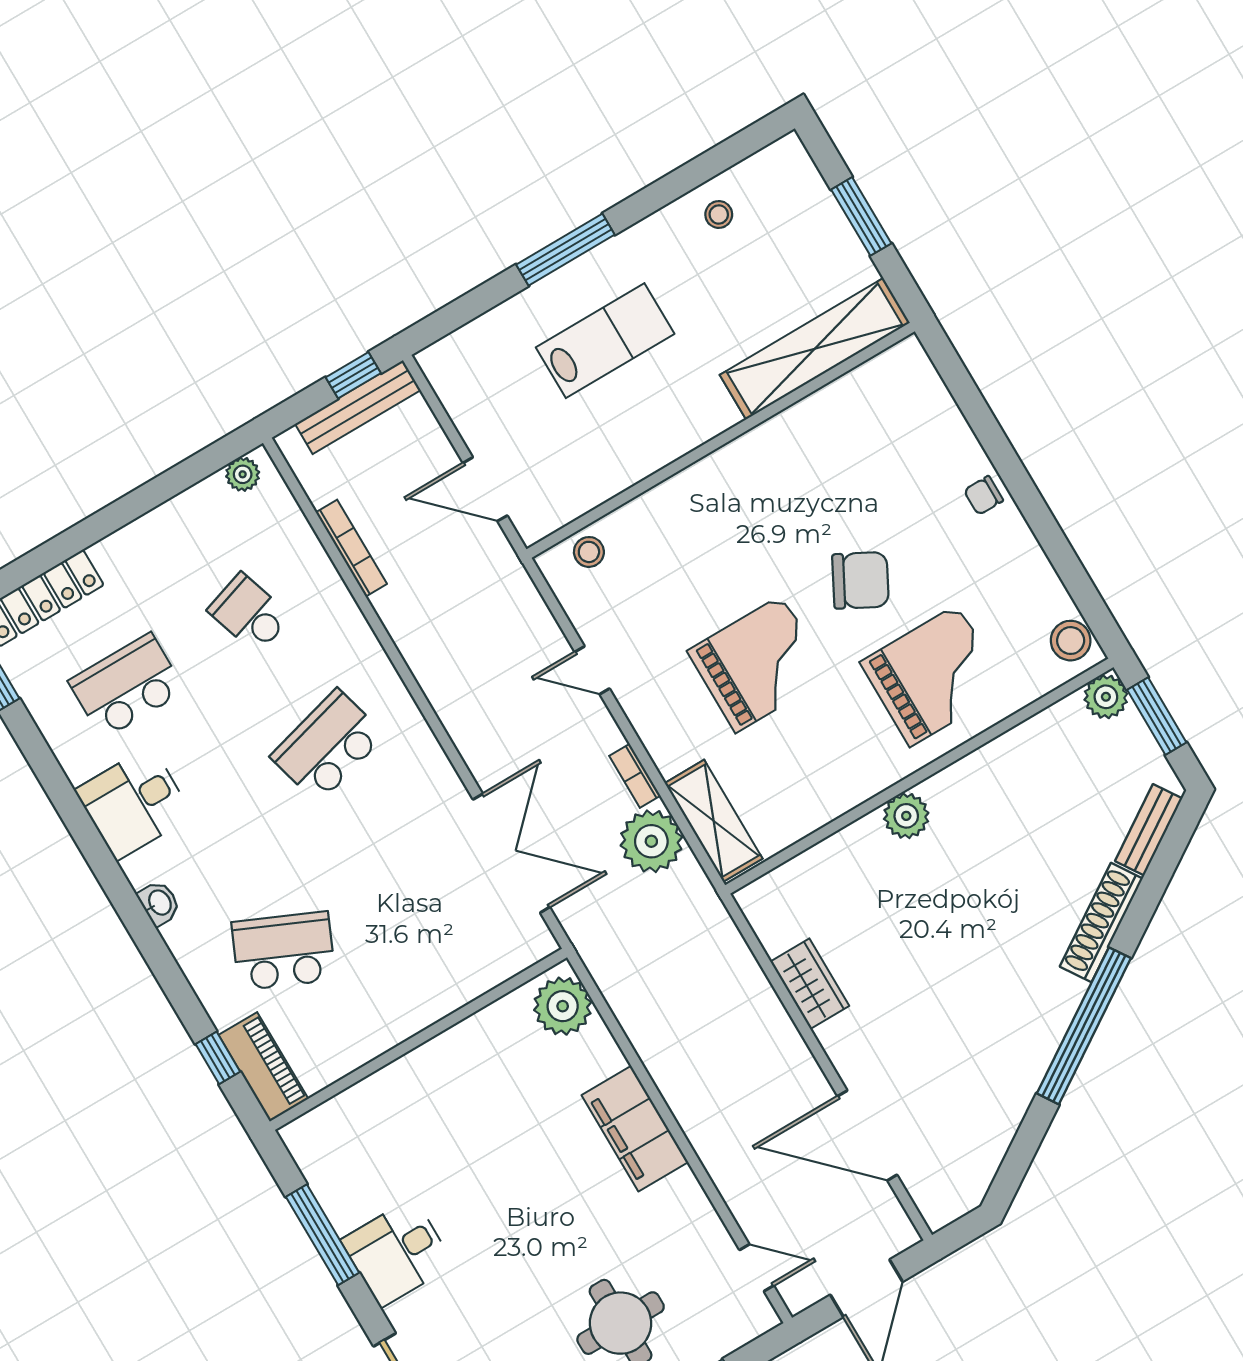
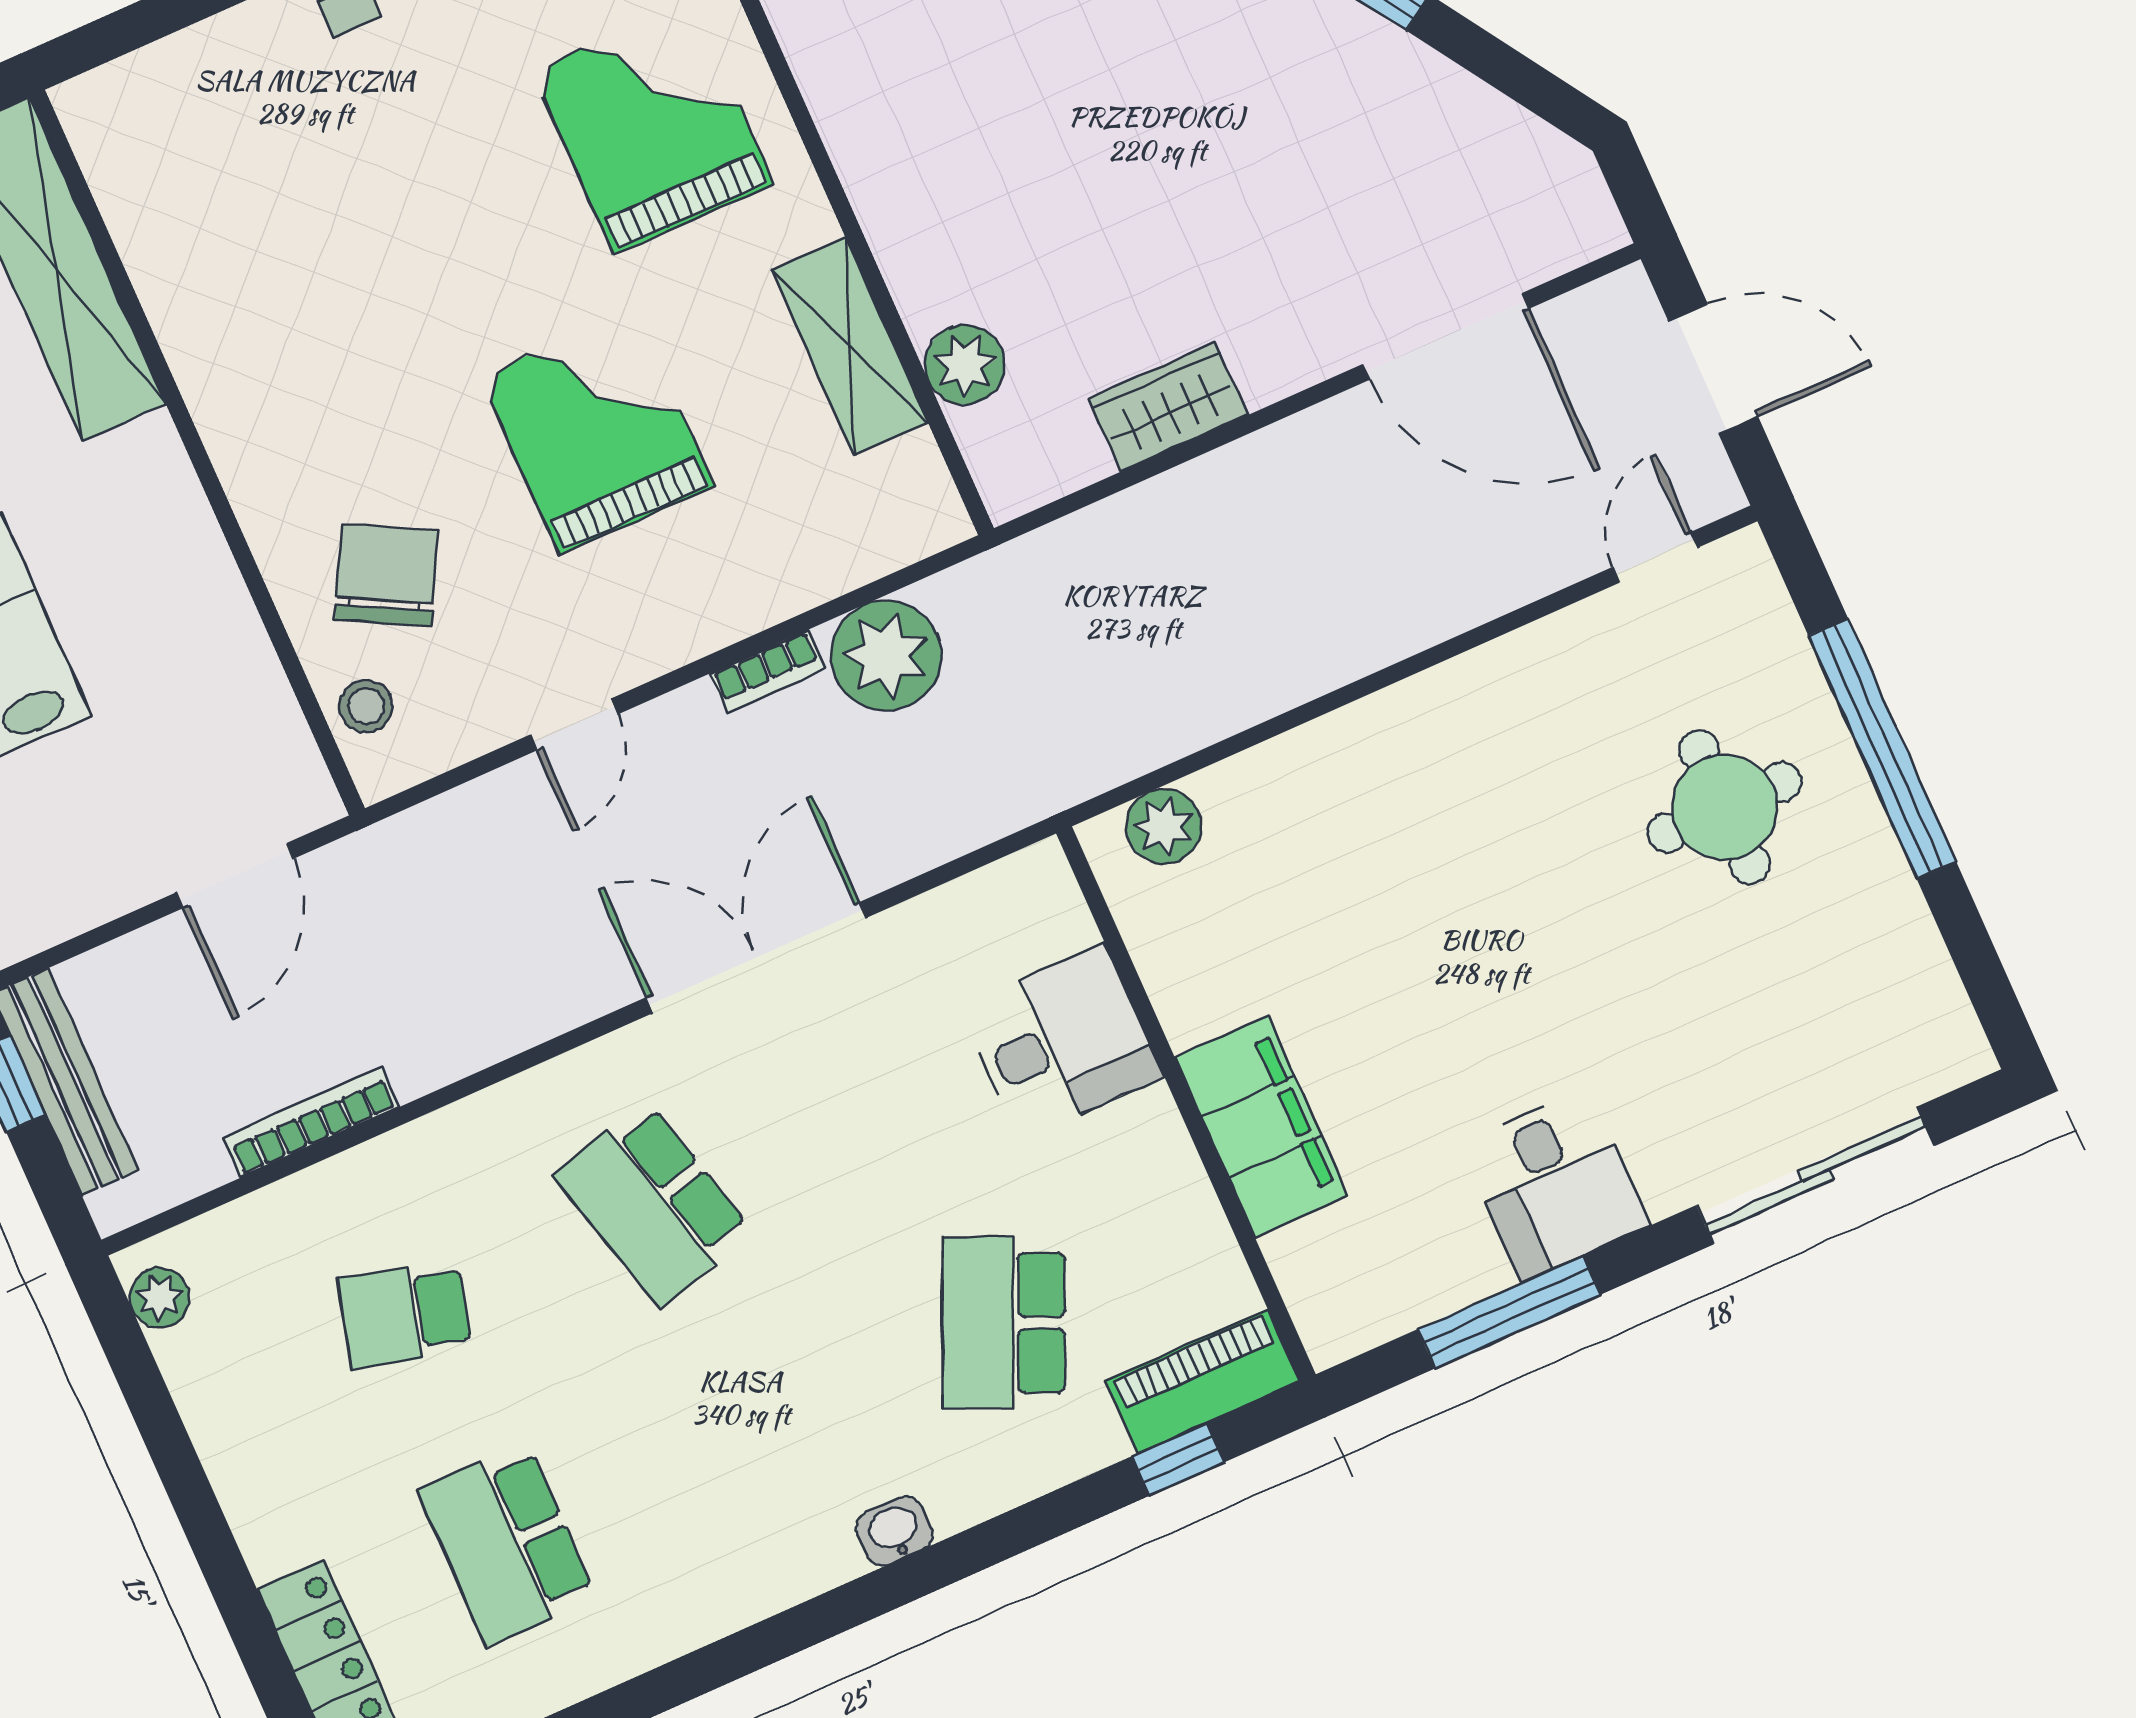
chair: (861, 580) -> (387, 575), moved
school desk: (249, 613) -> (405, 1314), turned 33
desk: (134, 803) -> (1062, 1042), moved, turned -90
plant: (906, 816) -> (965, 365), moved
shelving: (714, 821) -> (850, 346), moved, turned 90
double door: (511, 853) -> (756, 958), moved
plant: (563, 1006) -> (1164, 826), width x0.73, depth x0.73
filing cabinet: (635, 1129) -> (1261, 1126), moved, turned -90
door: (867, 1135) -> (1446, 336), hinge flipped

